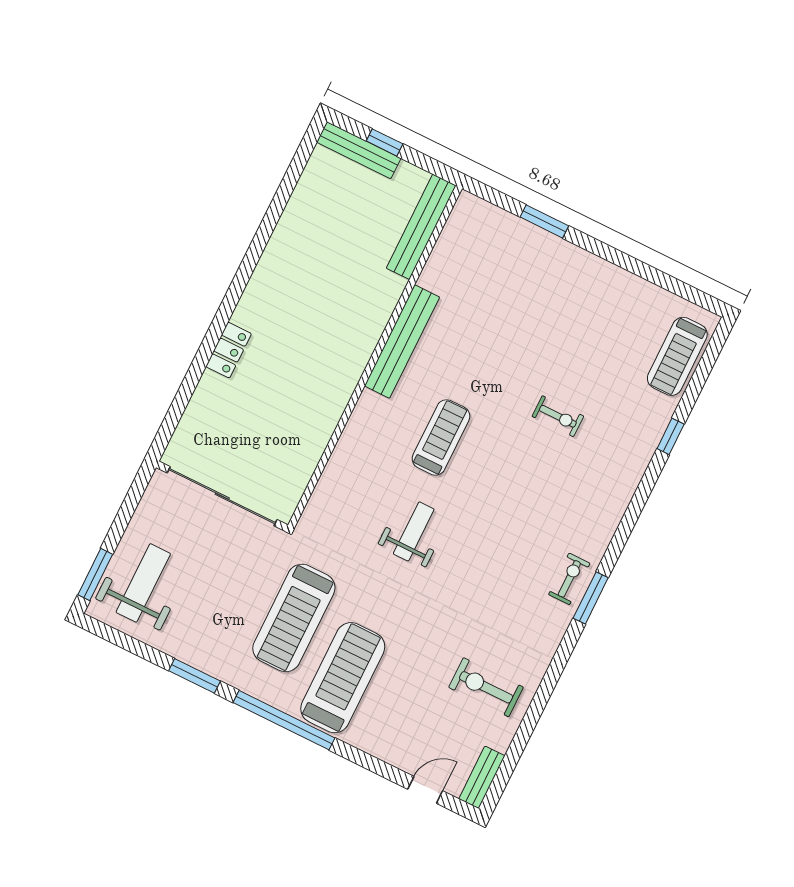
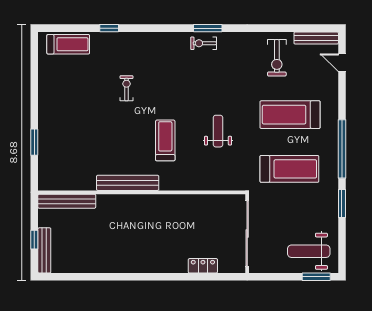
locker: (229, 350) -> (203, 266), moved
treadmill: (441, 437) -> (165, 140), turned 90
weight bench: (414, 531) -> (218, 131), turned 90
treadmill: (343, 678) -> (290, 115), moved
bench: (482, 777) -> (316, 38), width x1.36

